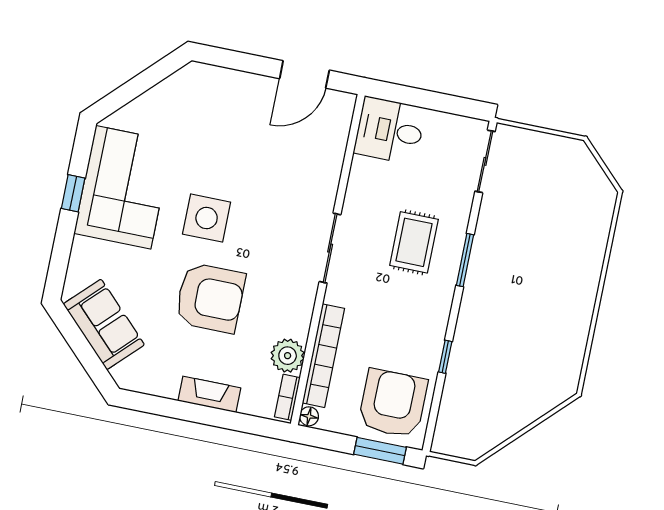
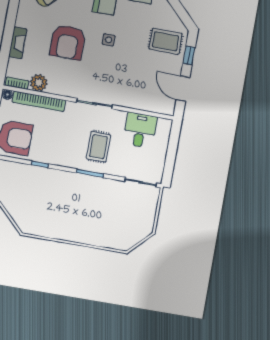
window: (240, 61) -> (189, 55), added
rug: (211, 107) -> (165, 41), added
desk: (390, 130) -> (140, 130), moved
side table: (207, 218) -> (109, 40), width x0.54, depth x0.54
rug: (414, 242) -> (98, 147), turned 90

